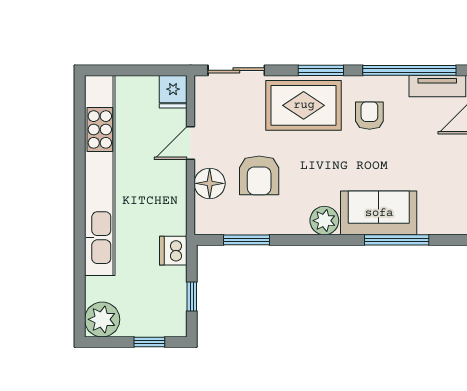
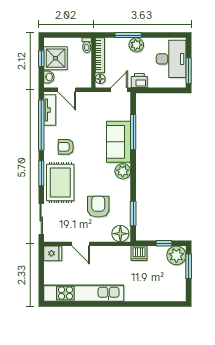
armchair: (259, 175) -> (98, 207), turned -90
kitchen unit: (100, 176) -> (84, 293), width x0.73
floor lamp: (210, 183) -> (120, 234), moved
plant: (102, 319) -> (176, 255), moved
window: (149, 342) -> (189, 266), width x1.50

